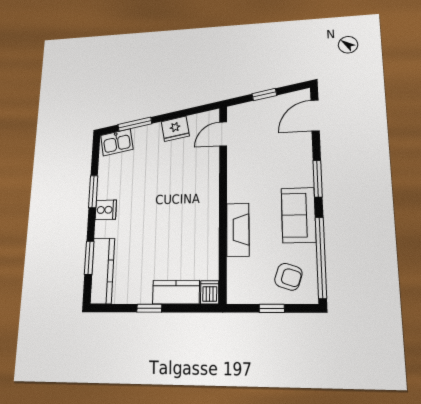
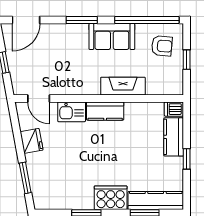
door: (315, 116) -> (26, 20), hinge flipped
kitchen sink: (117, 142) -> (72, 112), moved, turned 100
kitchen counter: (208, 209) -> (105, 111), added
cooker: (106, 210) -> (111, 198), width x1.87, depth x1.31
armchair: (288, 277) -> (162, 46), turned 77

